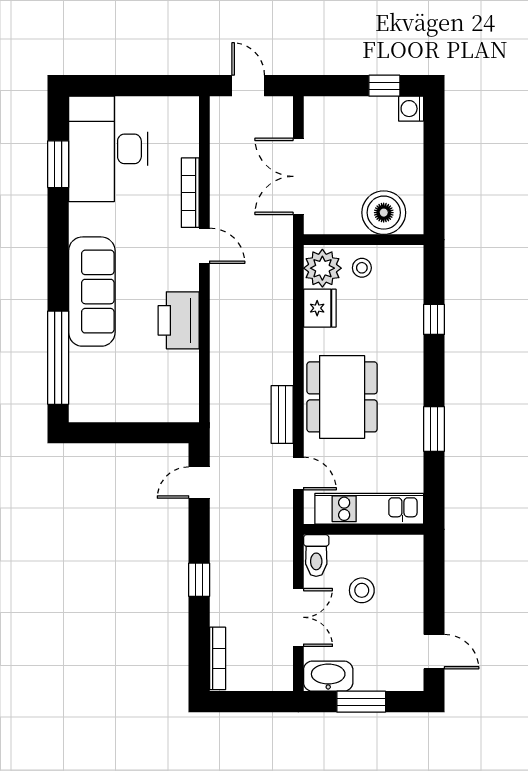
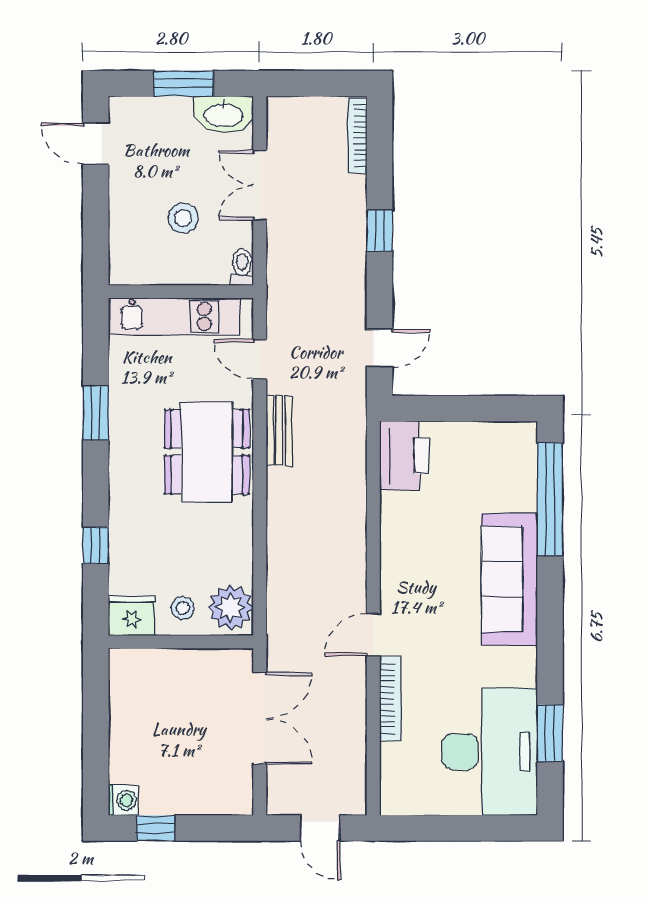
boiler: (384, 213) -> (156, 675), removed
door: (204, 246) -> (373, 634), hinge flipped
fridge: (320, 308) -> (132, 616), moved, turned 90
printer: (179, 320) -> (404, 455), moved
toilet: (316, 556) -> (242, 267), width x0.73, depth x0.72

